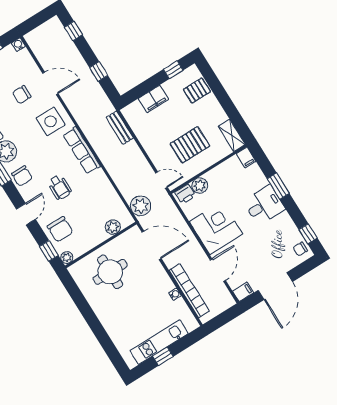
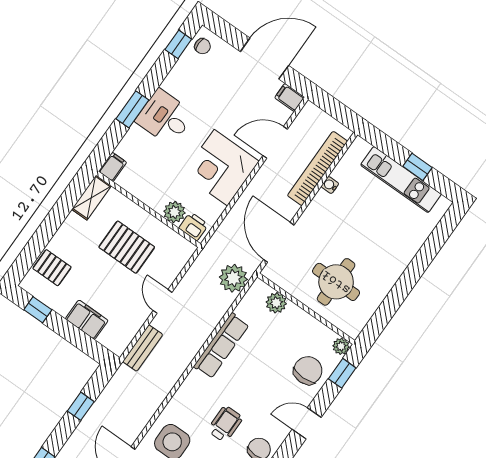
row of seats: (82, 150) -> (221, 346), moved
door: (161, 180) -> (162, 301), moved
wheelchair: (60, 187) -> (225, 424), moved

